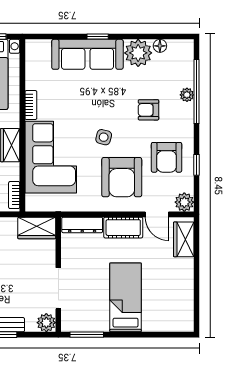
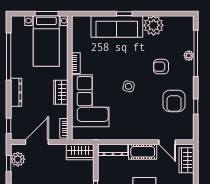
floor lamp: (160, 46) -> (169, 20), removed
armchair: (122, 177) -> (142, 115), removed
plant: (184, 202) -> (187, 133), removed

